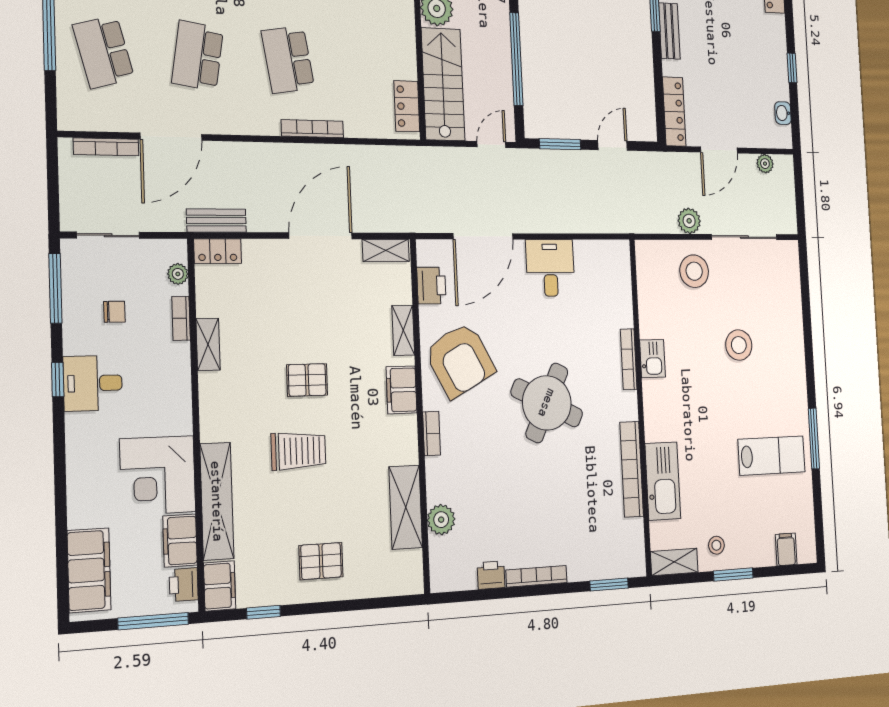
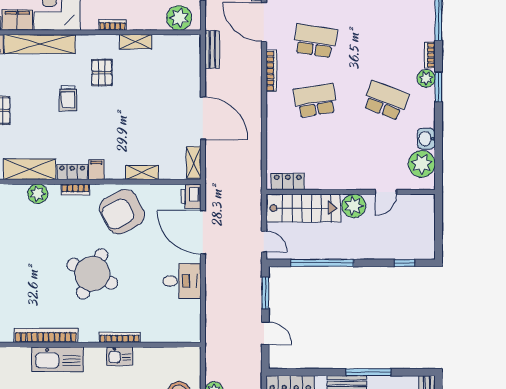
bookcase: (312, 129) -> (271, 71), moved
locker: (218, 251) -> (72, 172), moved, turned 90
plant: (178, 274) -> (179, 18), width x1.88, depth x1.88
printer: (431, 285) -> (191, 197), moved, turned 90
bookcase: (181, 318) -> (112, 25), moved
pallet: (307, 380) -> (102, 73), moved
filing cabinet: (402, 390) -> (96, 170), width x0.50
trolley: (298, 451) -> (68, 98), width x0.73, depth x0.72
kitchen sink: (663, 481) -> (58, 359), moved
plant: (441, 520) -> (38, 194), moved

